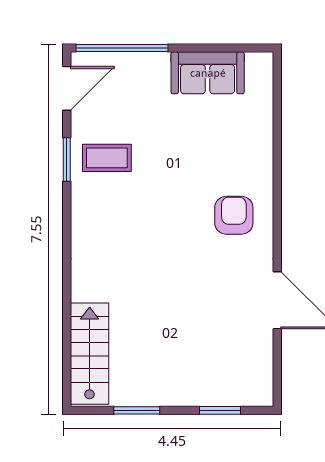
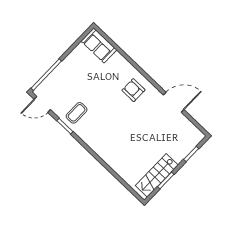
sofa: (208, 73) -> (99, 45), moved, turned 90
door: (67, 88) -> (42, 104), swing flipped
stairs: (90, 354) -> (157, 175), moved, turned -90

